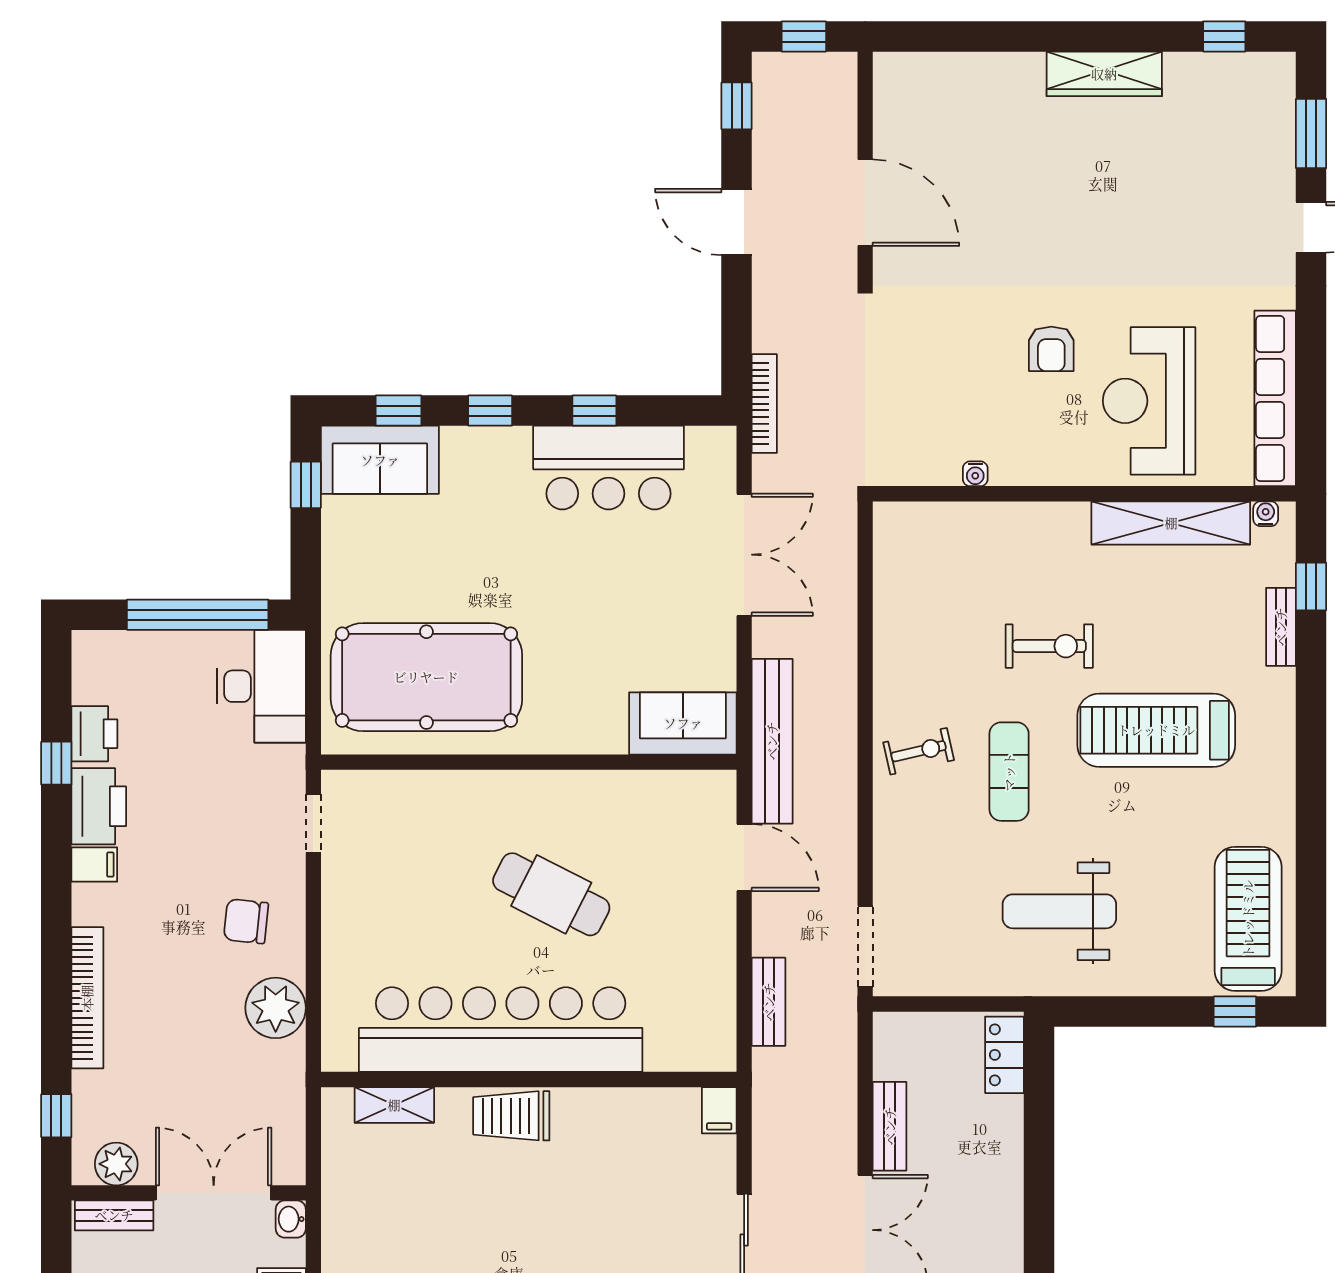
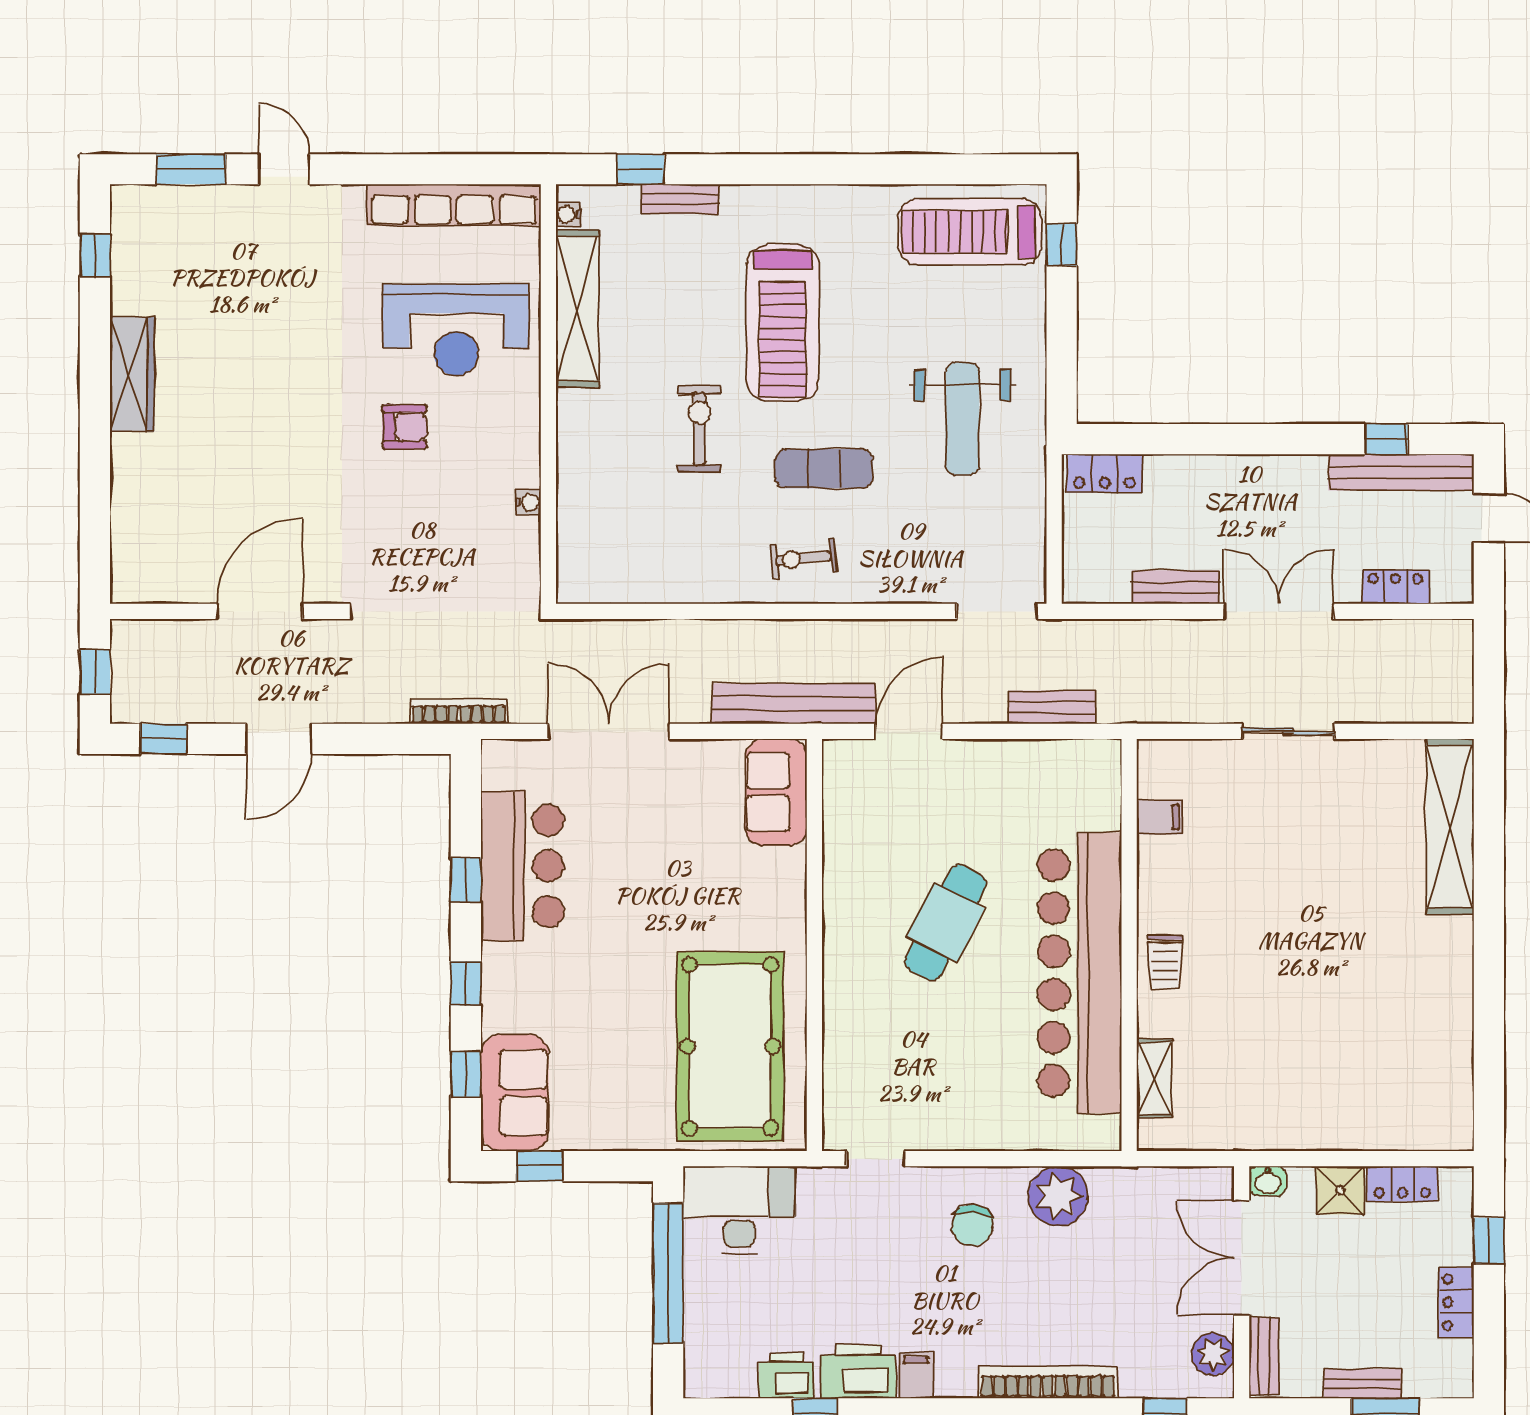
exercise bike: (919, 751) -> (804, 558), turned -83
filing cabinet: (719, 1110) -> (1160, 817), moved
trolley: (511, 1116) -> (1165, 962), width x0.73, depth x0.72

